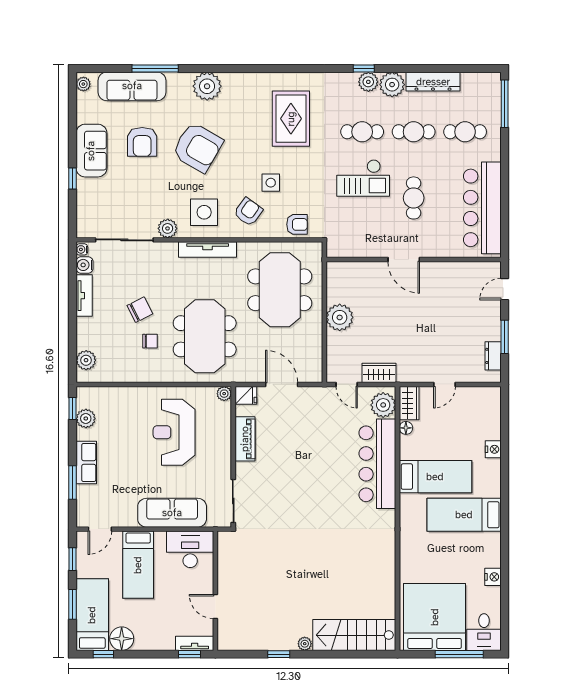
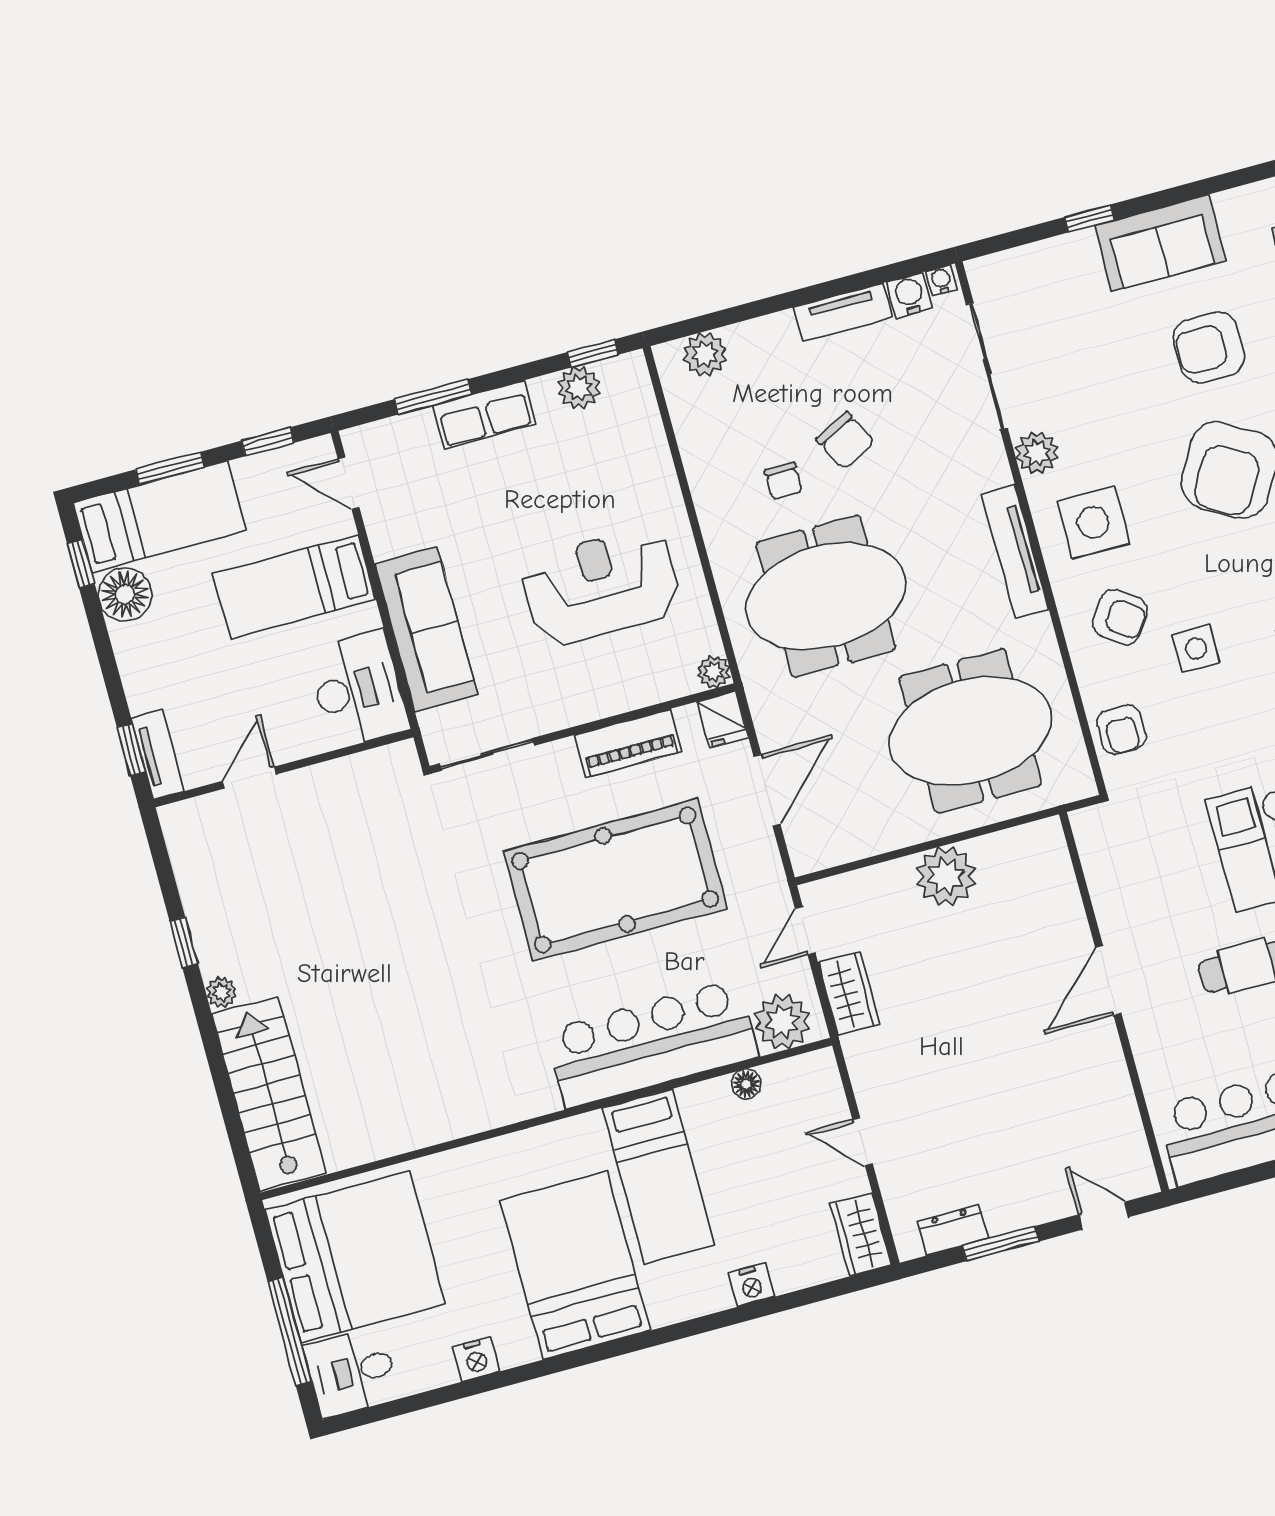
wardrobe: (409, 403) -> (861, 1234), moved, turned 90
pool table: (302, 461) -> (615, 880), added
bed: (464, 515) -> (575, 1265), width x1.50

